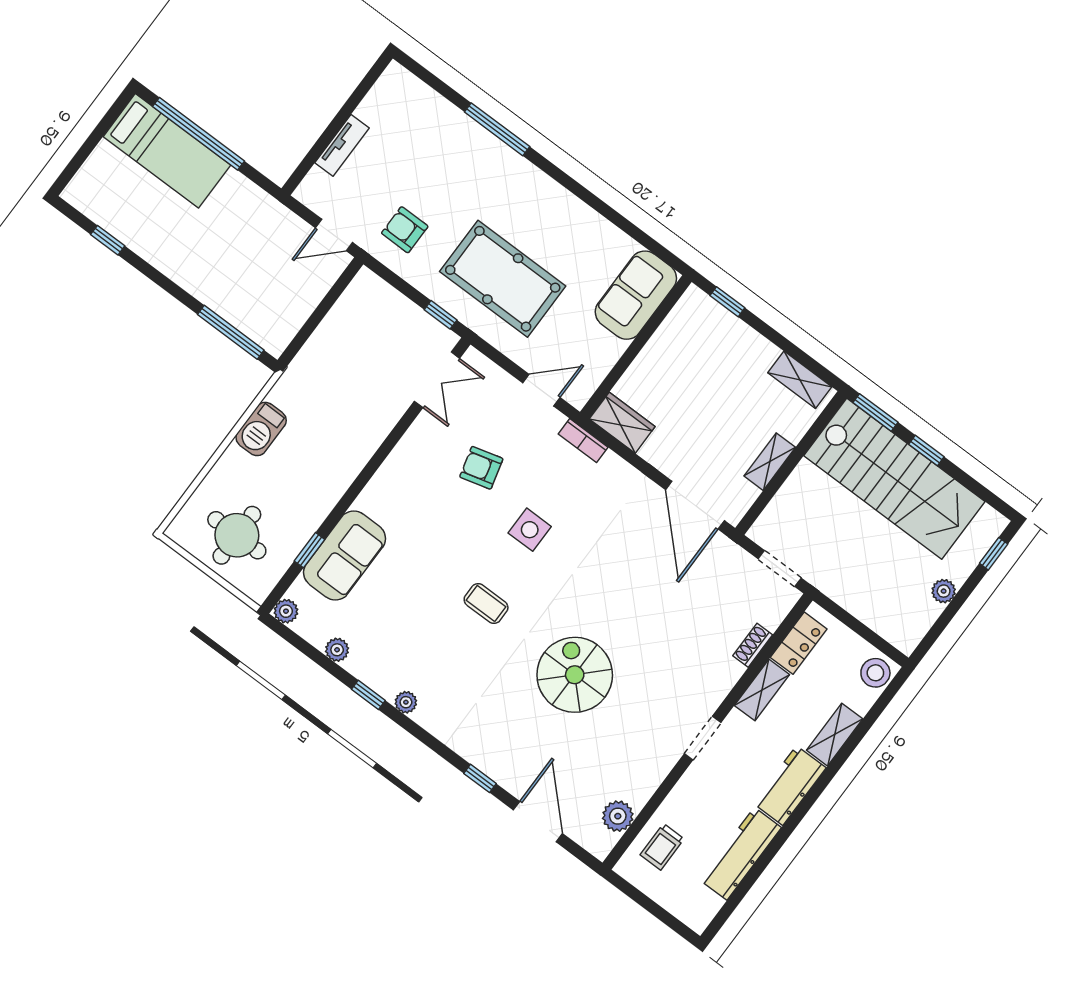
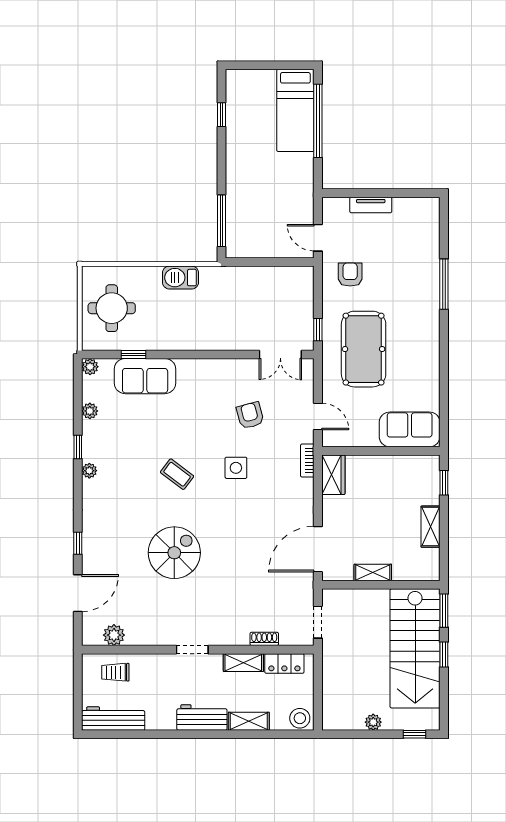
shelving: (800, 380) -> (431, 527), moved
coffee table: (486, 604) -> (177, 474), turned -53
workbench: (741, 854) -> (113, 719), moved

